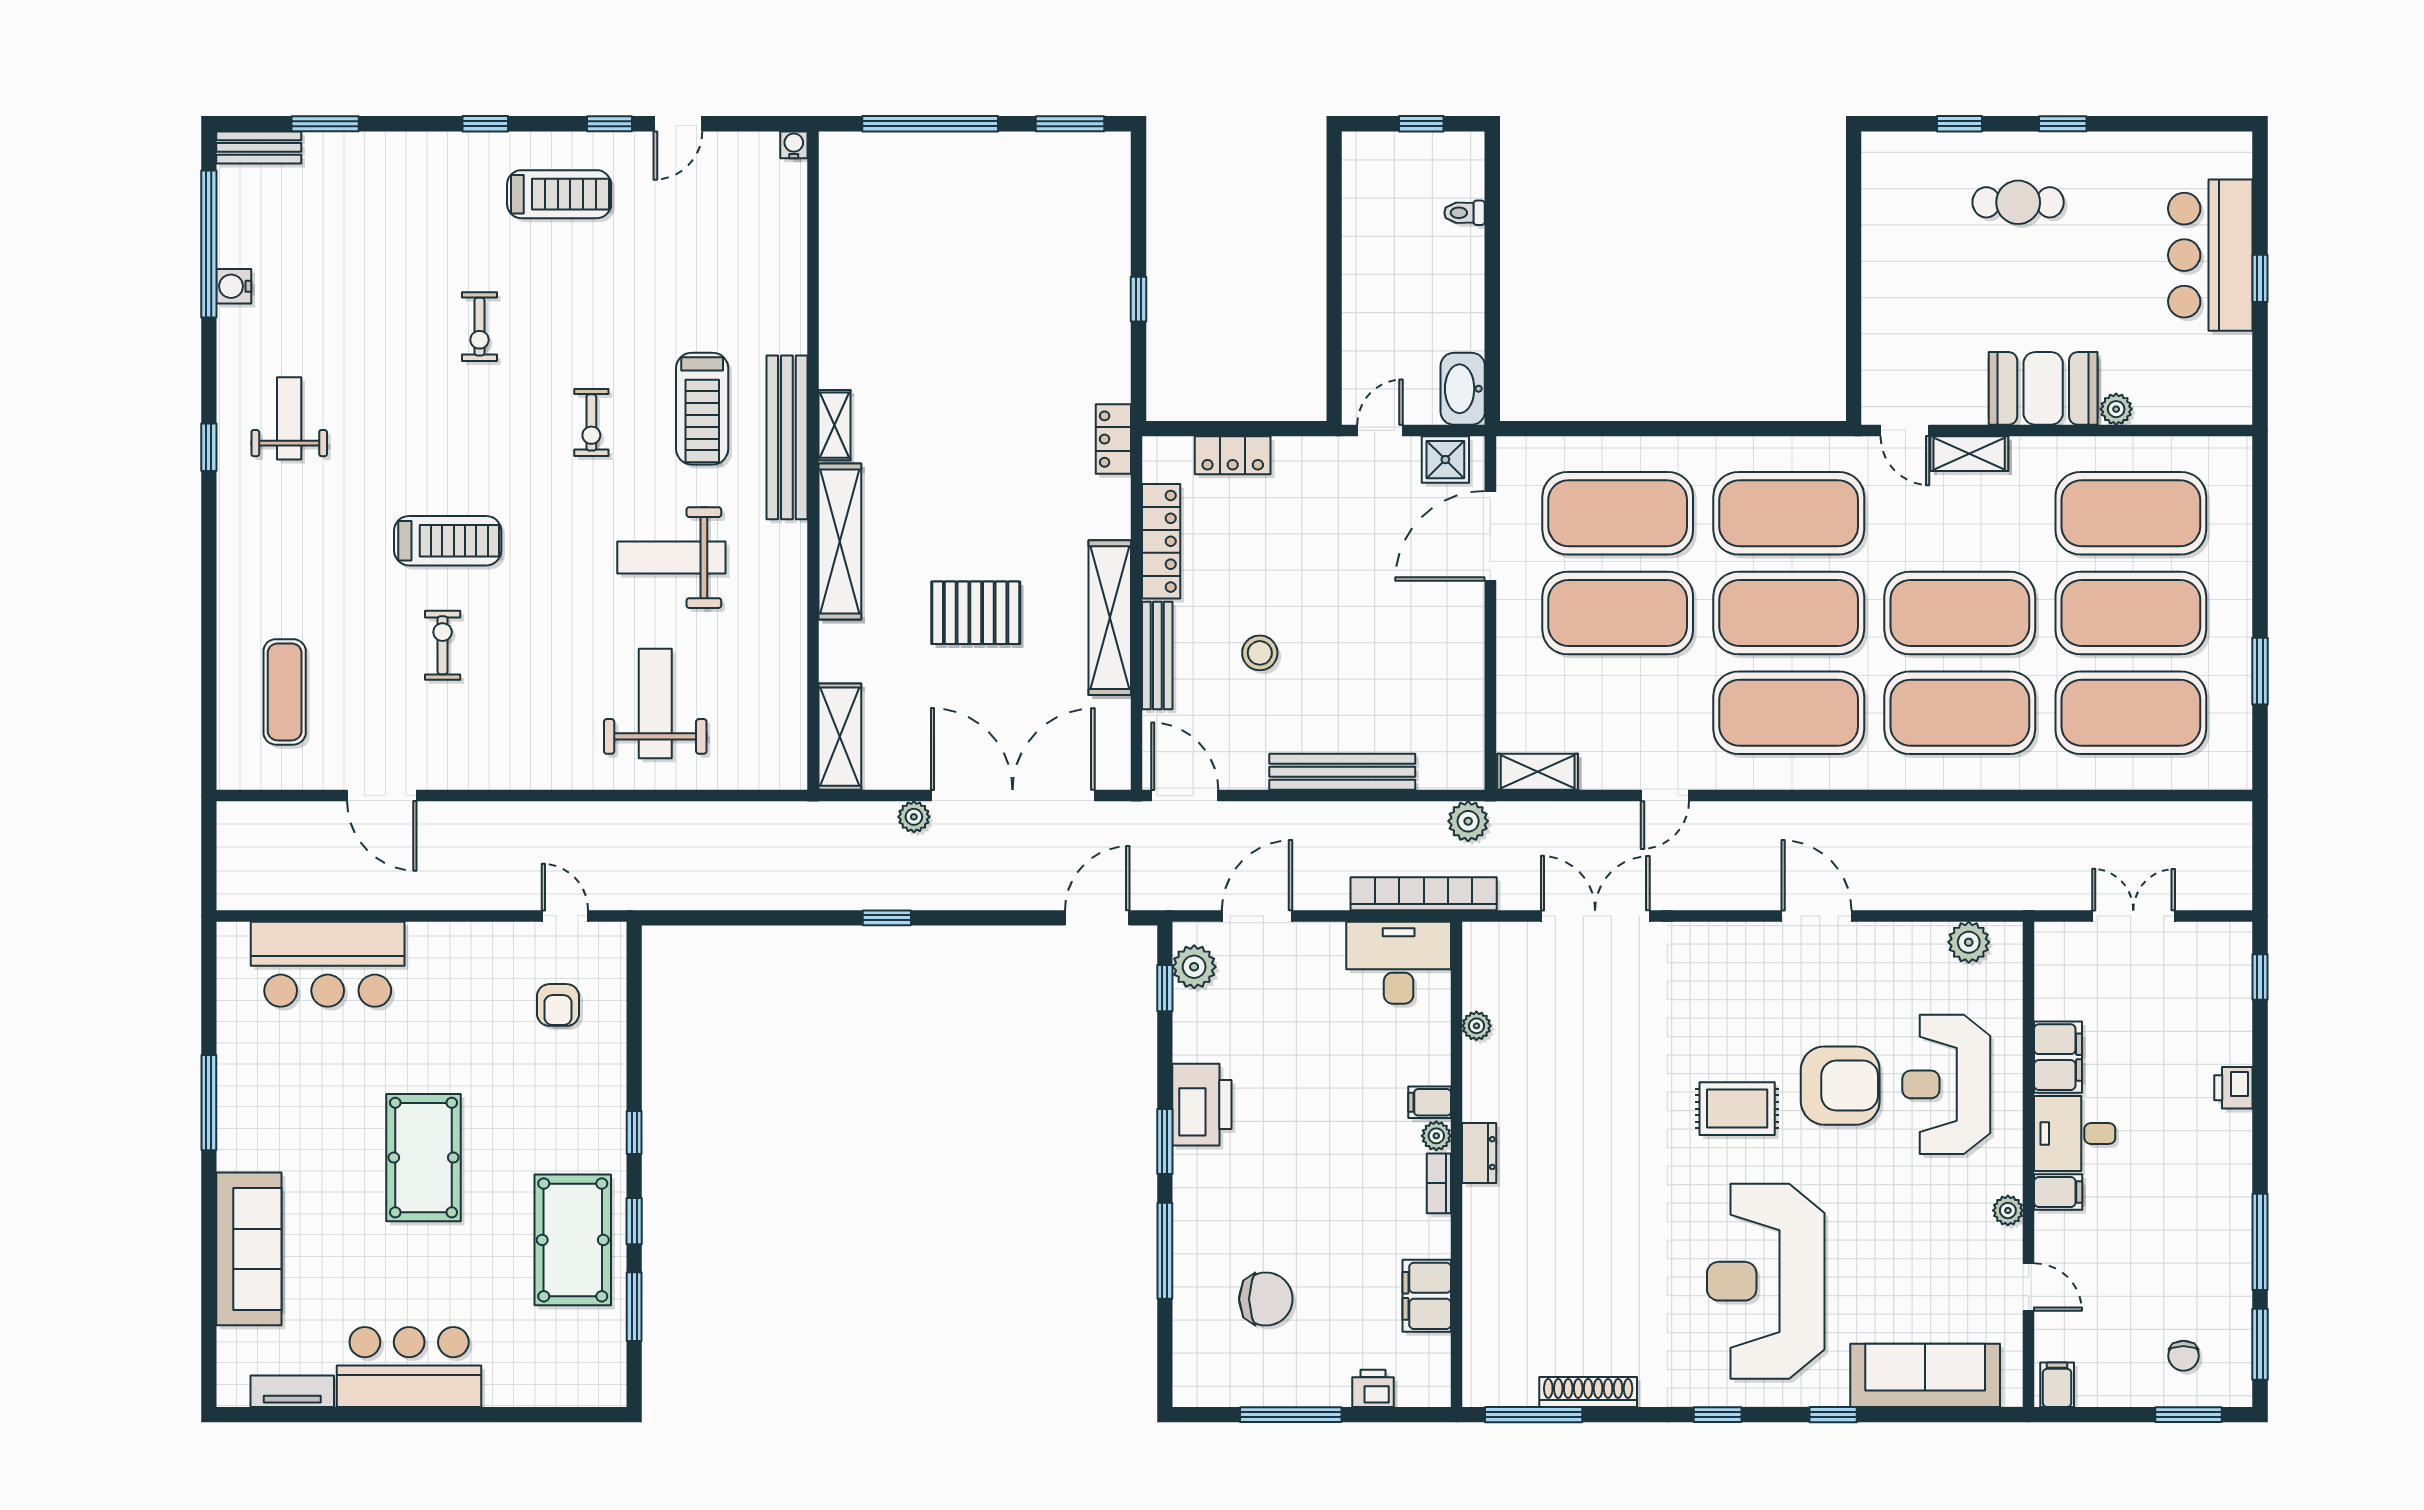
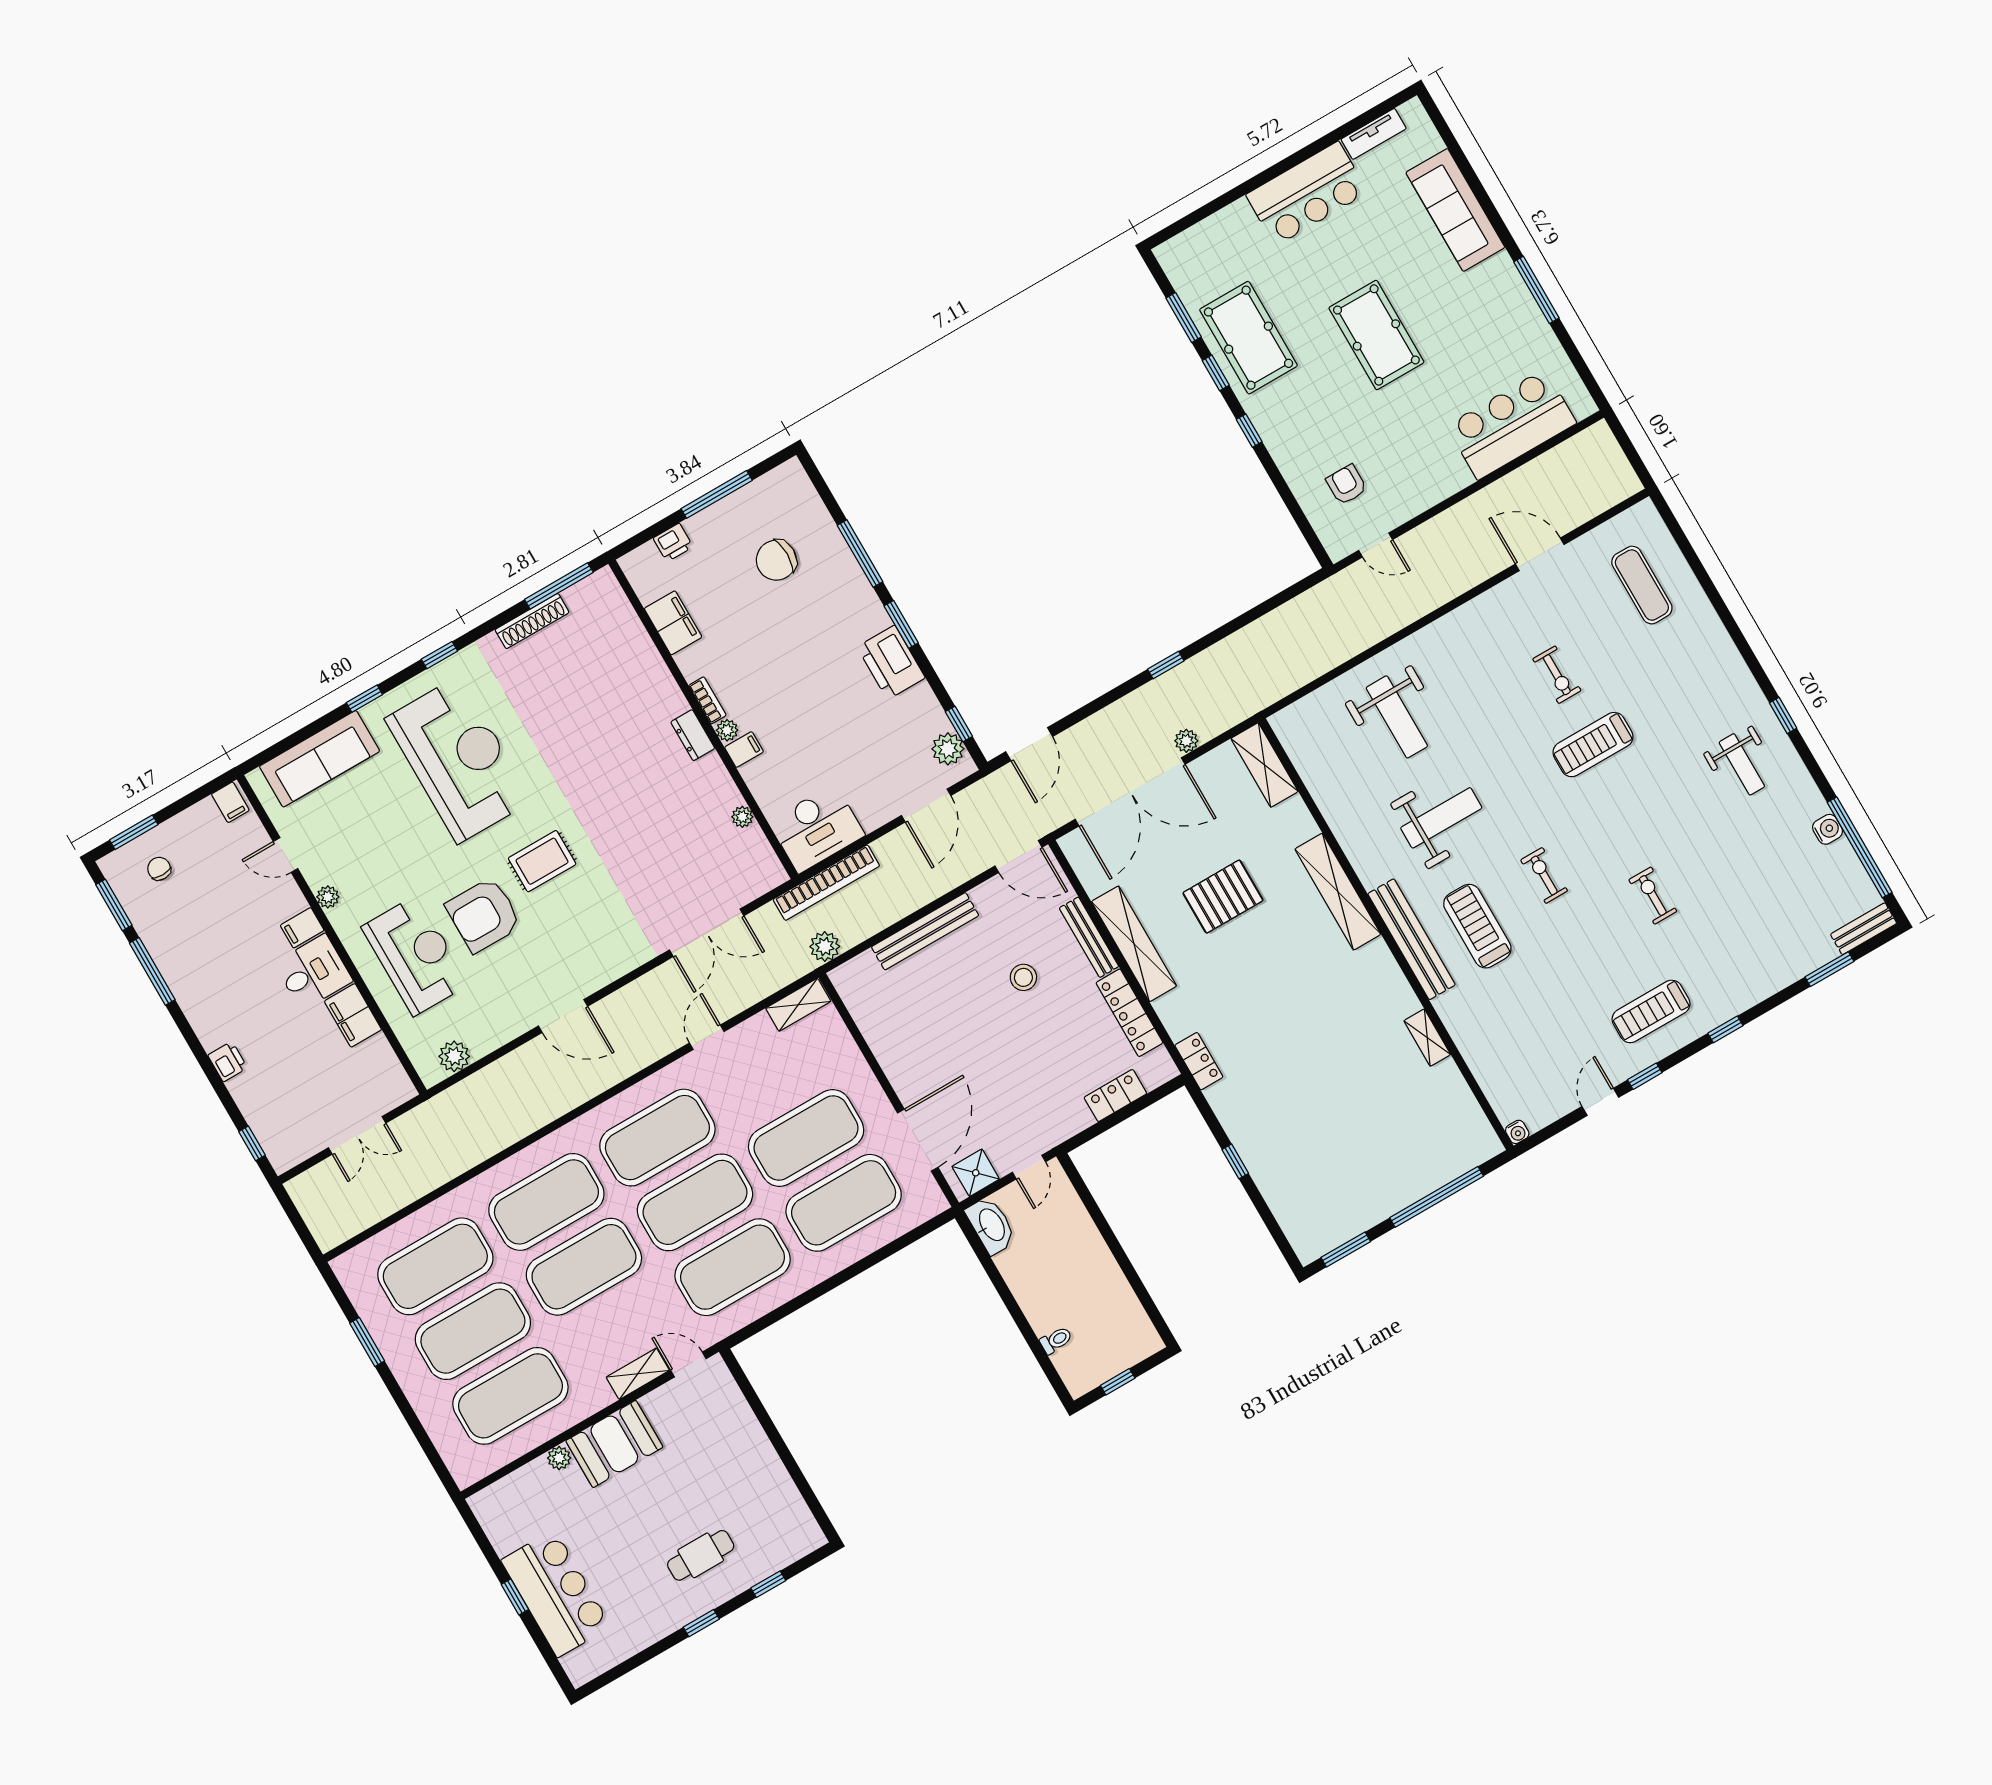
shelving: (834, 425) -> (1427, 1038), moved

